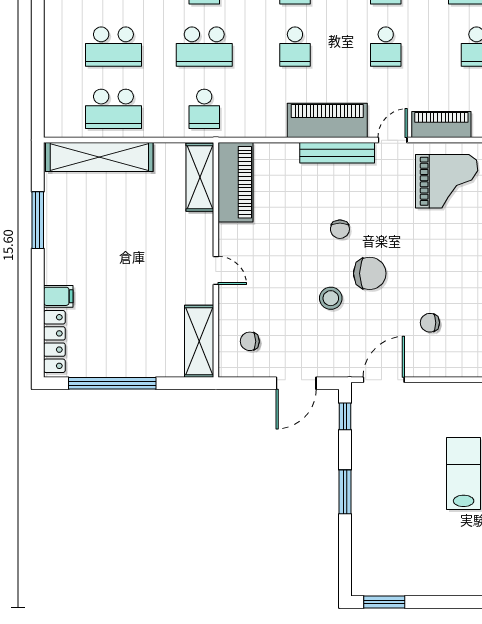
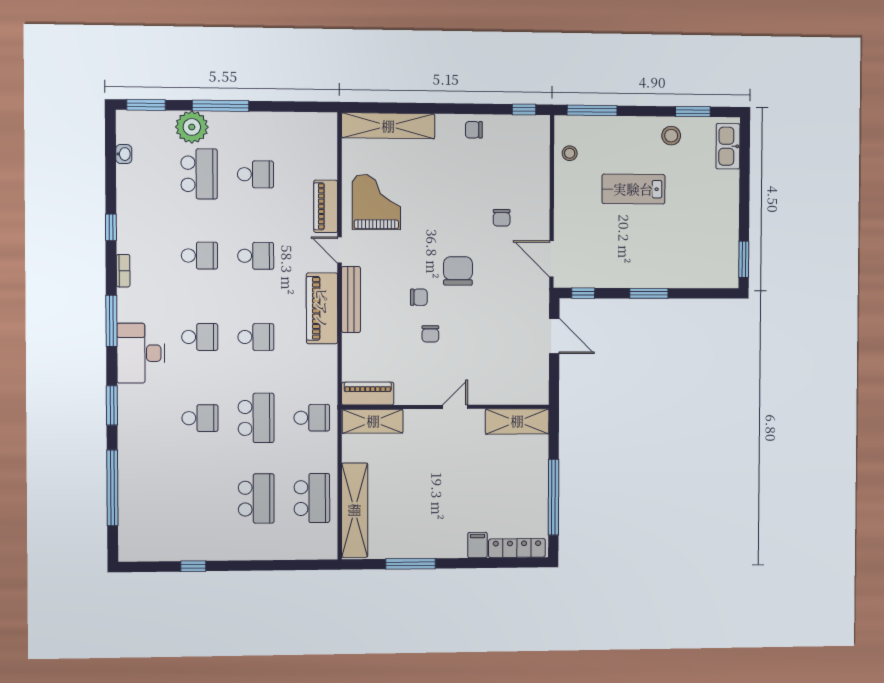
piano: (236, 182) -> (368, 394), width x0.73, depth x0.75
stool: (331, 298) -> (480, 305), removed
chair: (250, 341) -> (430, 334), moved

